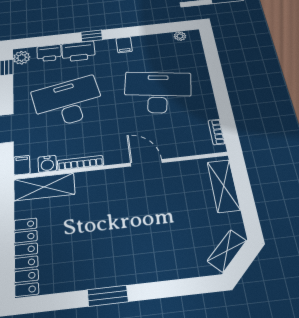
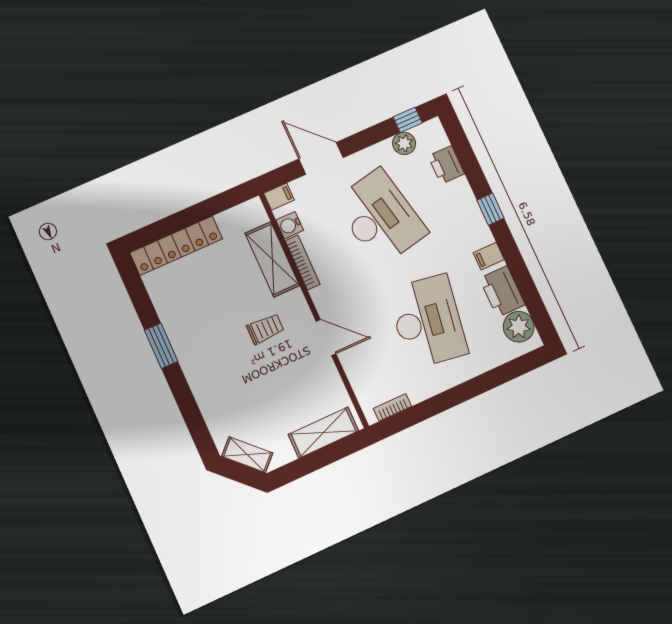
plant: (180, 36) -> (519, 327), width x1.87, depth x1.87
printer: (78, 51) -> (502, 291), moved
plant: (22, 58) -> (404, 143), moved
door: (146, 163) -> (326, 338), hinge flipped
shelving: (44, 187) -> (272, 259), moved
trolley: (123, 205) -> (265, 329), added

